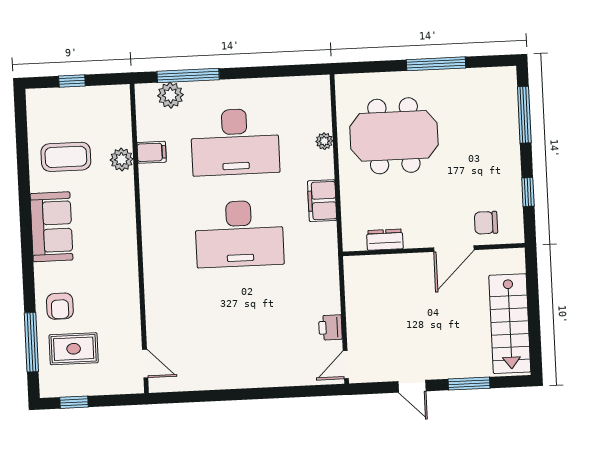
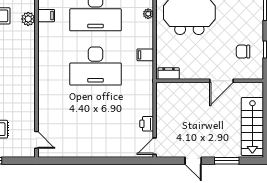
filing cabinet: (322, 201) -> (145, 55), width x0.50
chair: (486, 223) -> (243, 52), moved
dresser: (385, 240) -> (169, 74), moved

